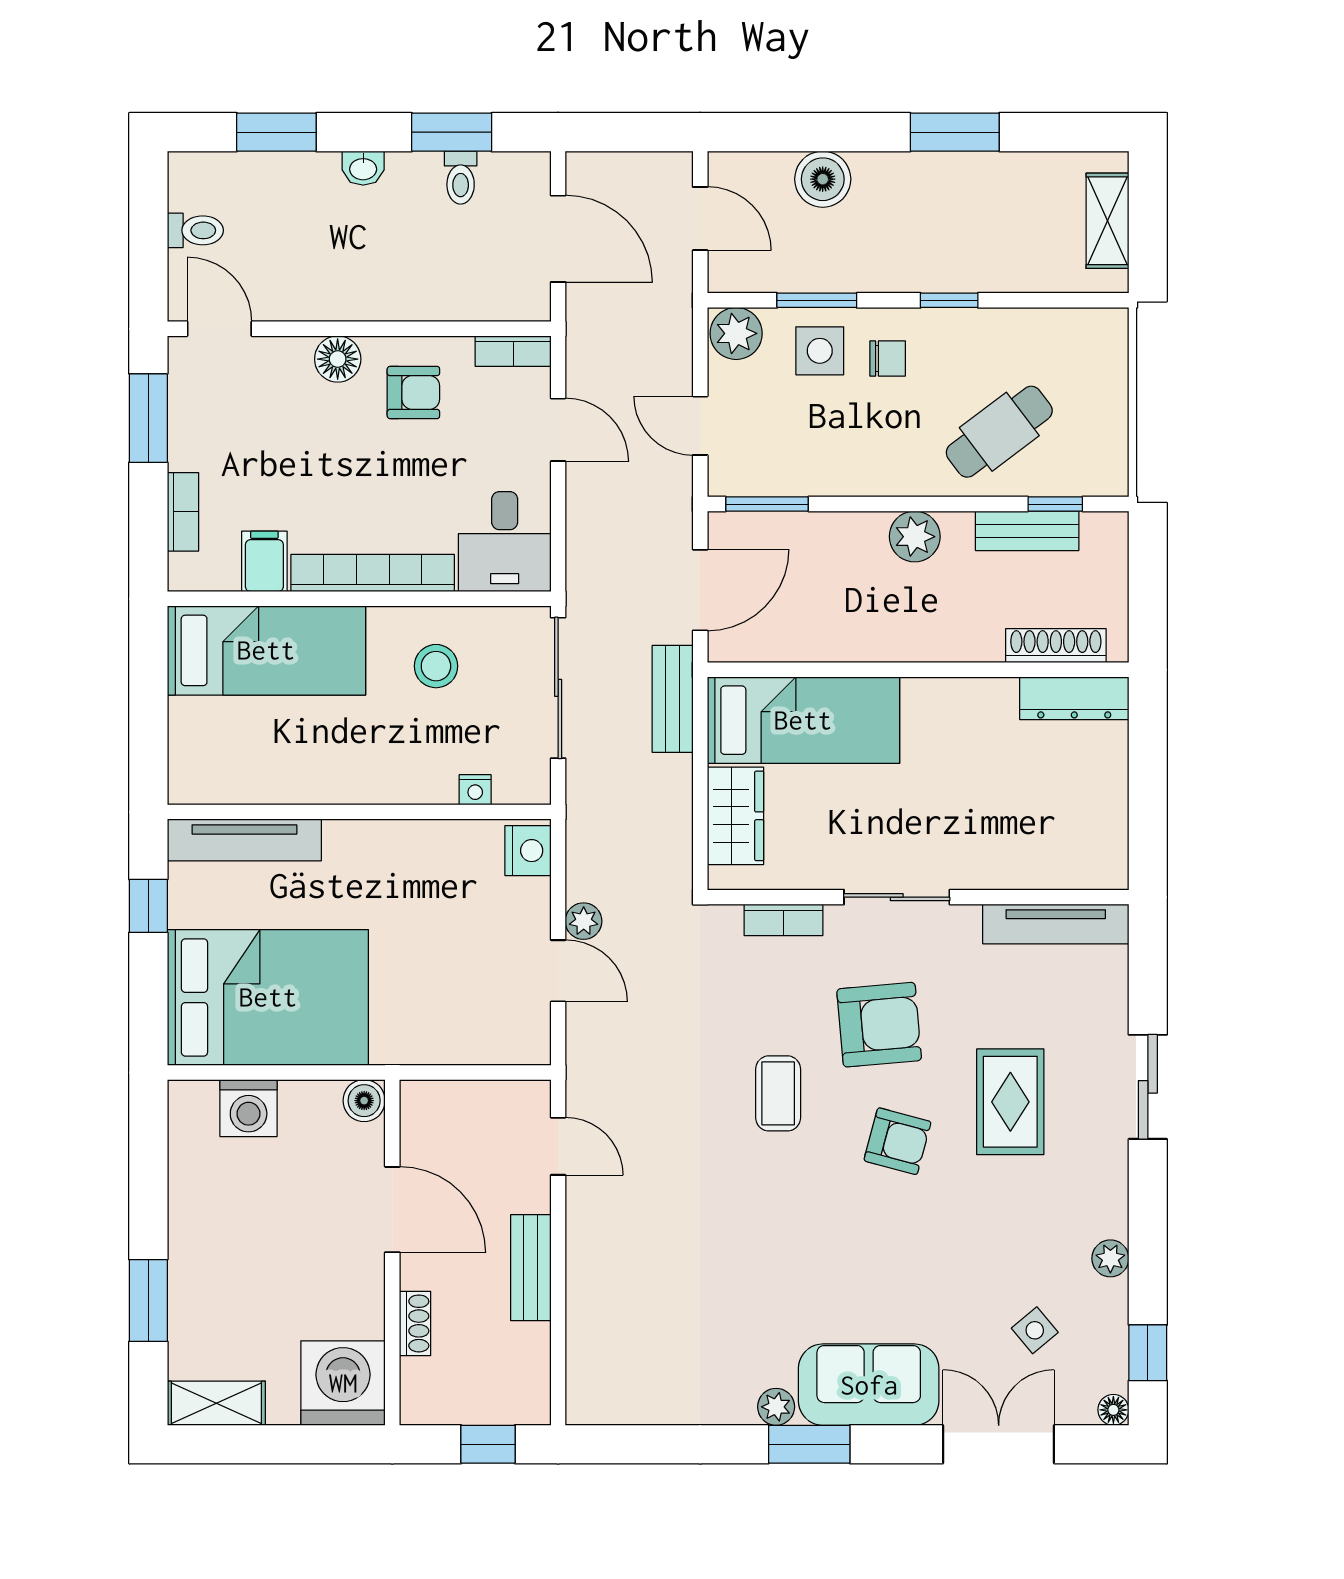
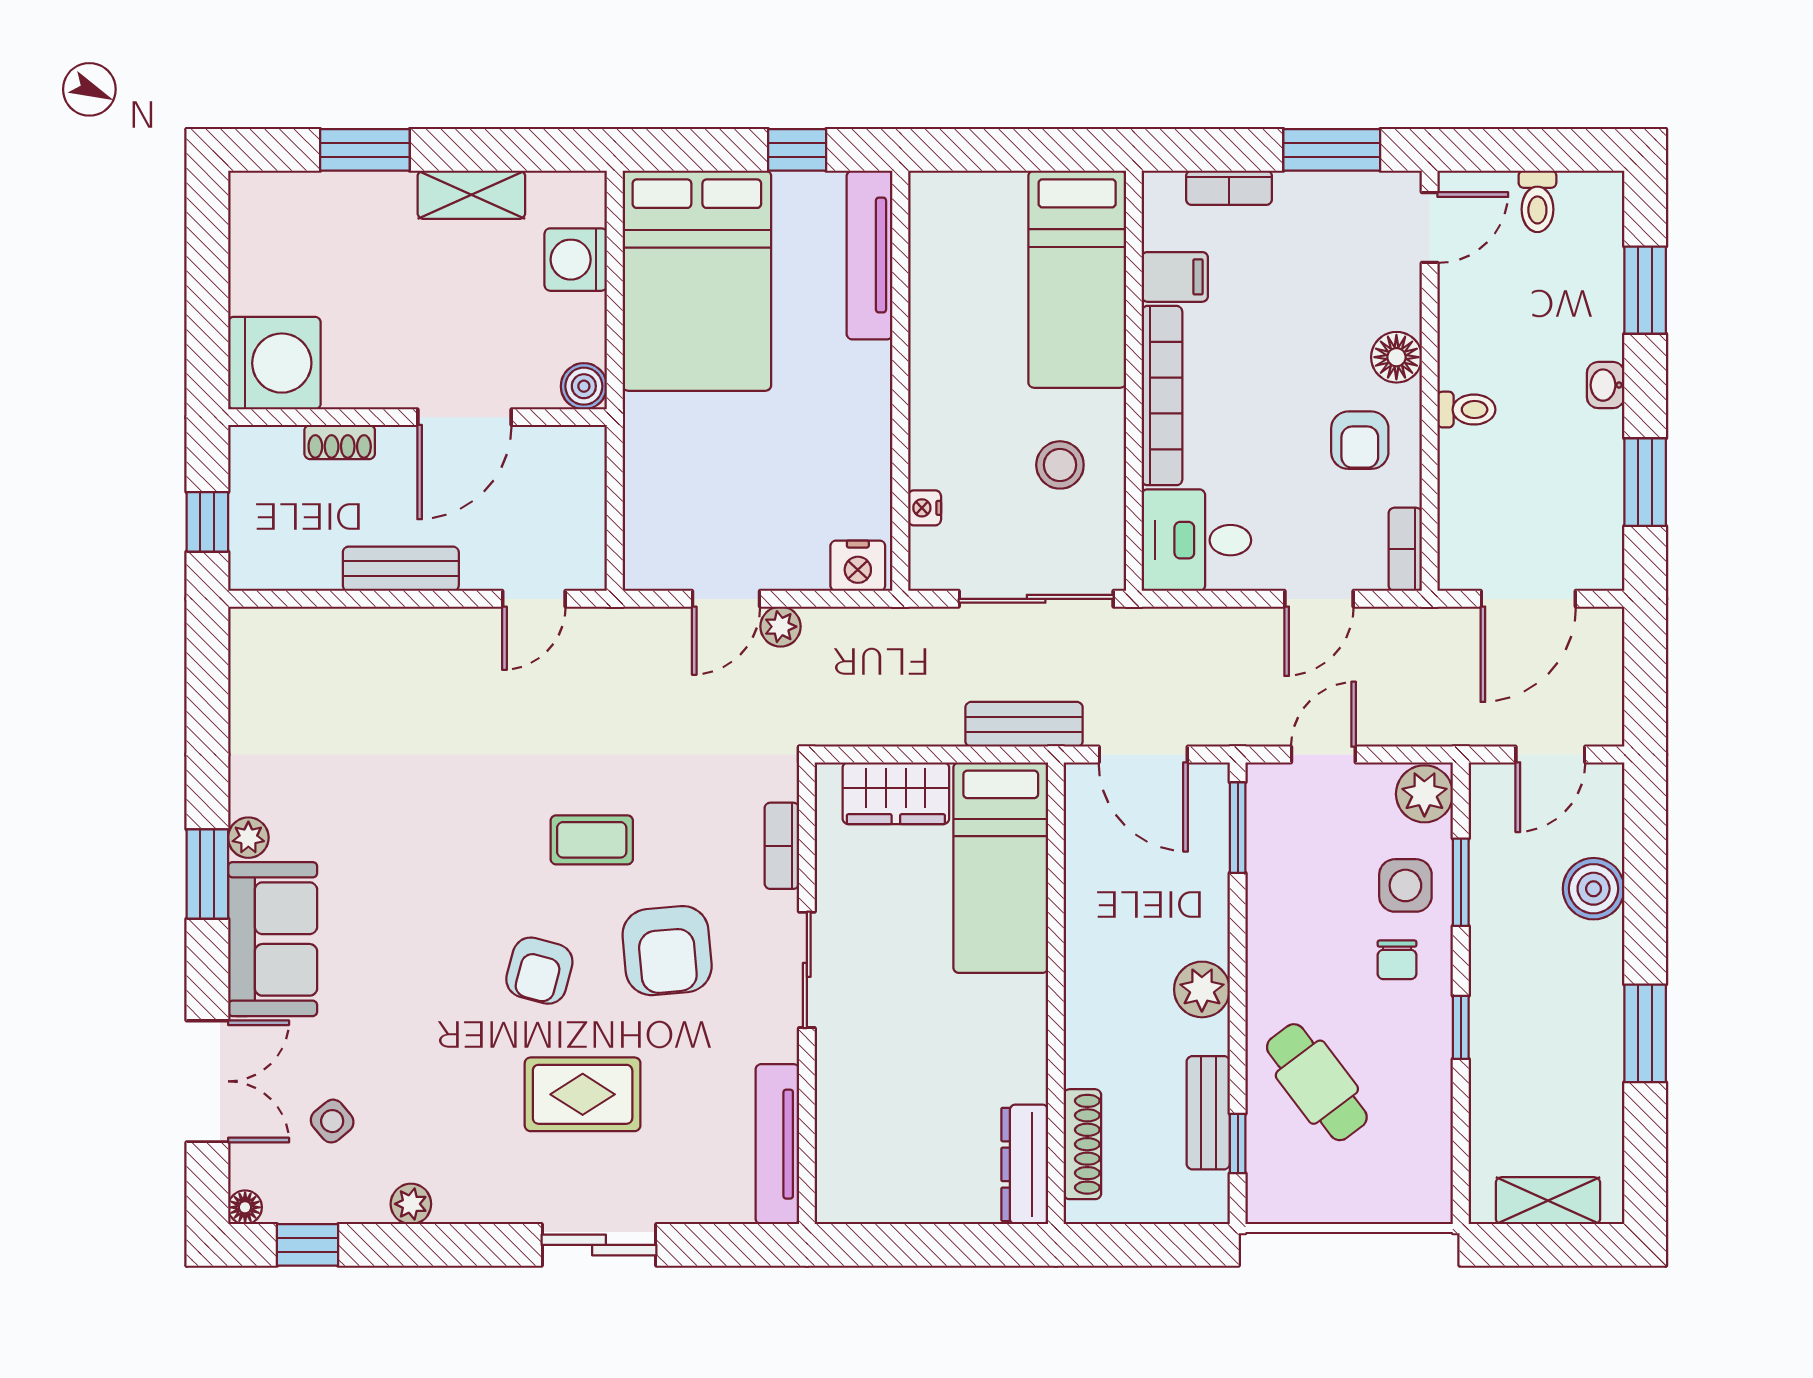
toilet: (461, 178) -> (1466, 410), moved, turned 180
shelving: (216, 1403) -> (471, 195), moved, turned 90

